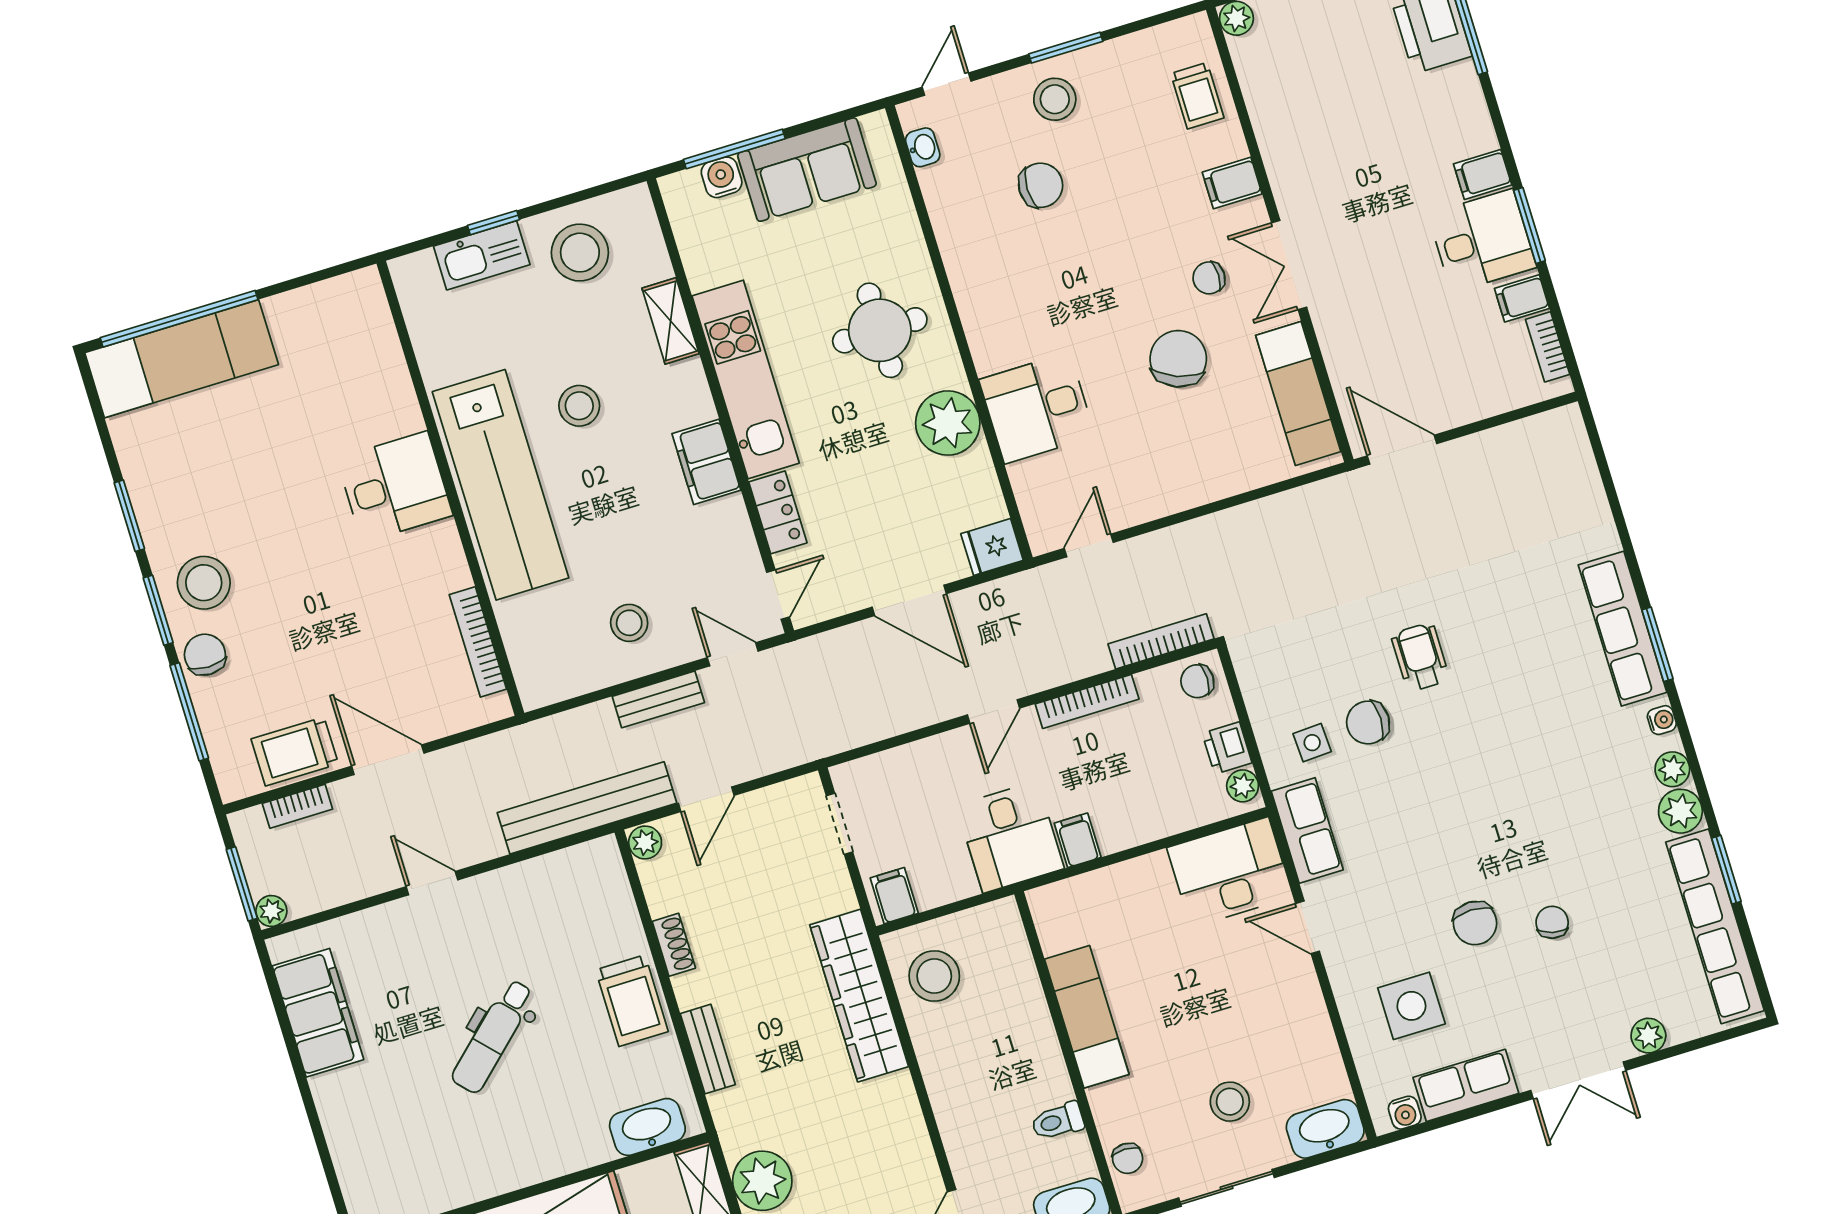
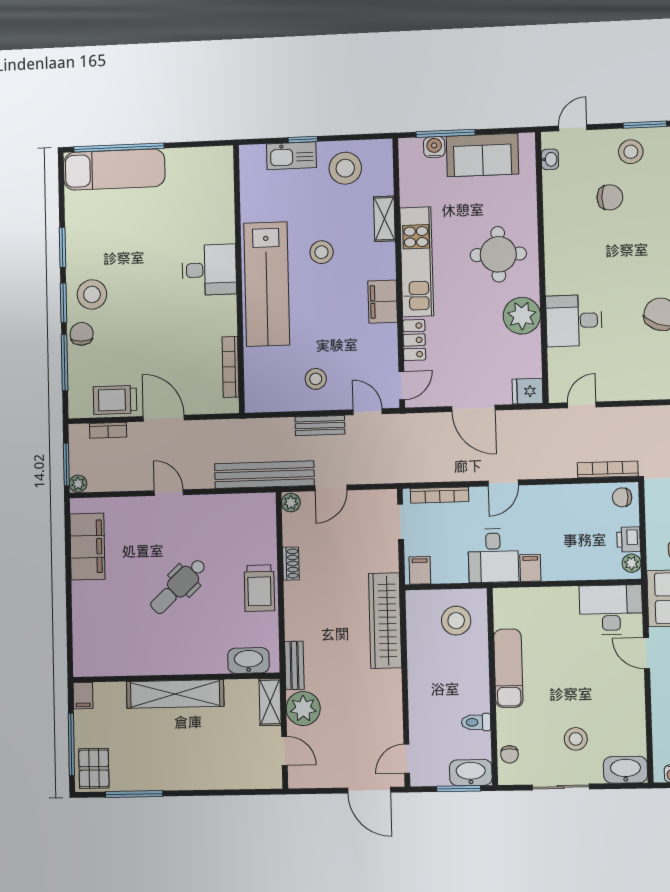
bookcase: (1087, 701) -> (440, 495), moved
stool: (934, 976) -> (456, 621), moved
bench: (708, 1049) -> (294, 665), moved

